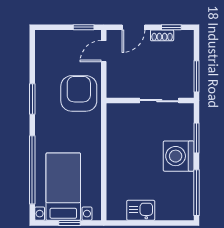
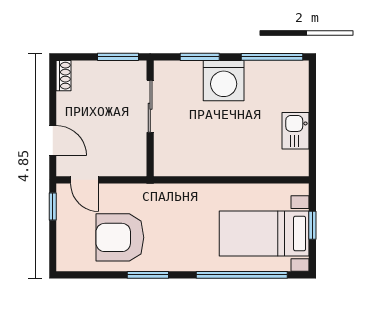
window: (171, 27) -> (53, 90), removed
shoe rack: (162, 35) -> (64, 76), moved
armchair: (79, 93) -> (120, 237), moved

